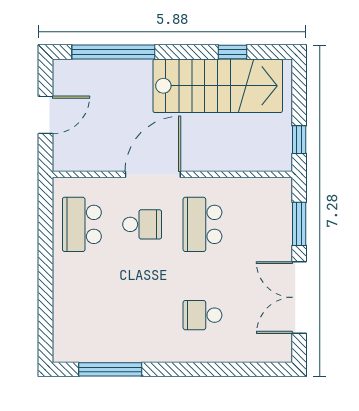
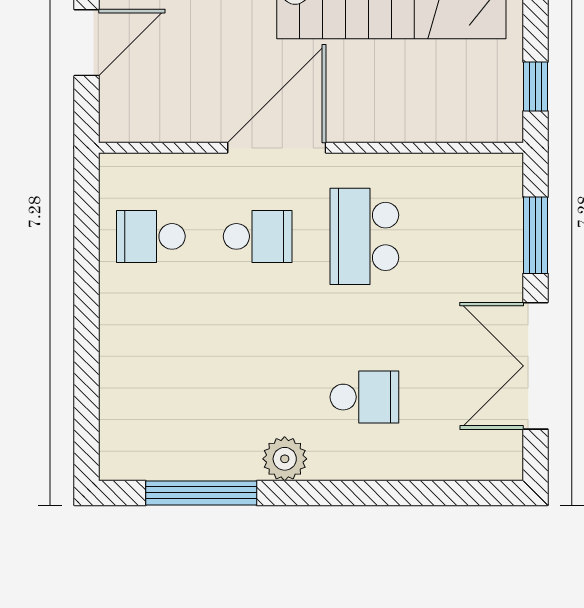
school desk: (82, 224) -> (151, 236), width x0.54
school desk: (202, 315) -> (364, 397), turned 180
plant: (157, 350) -> (285, 459), added

